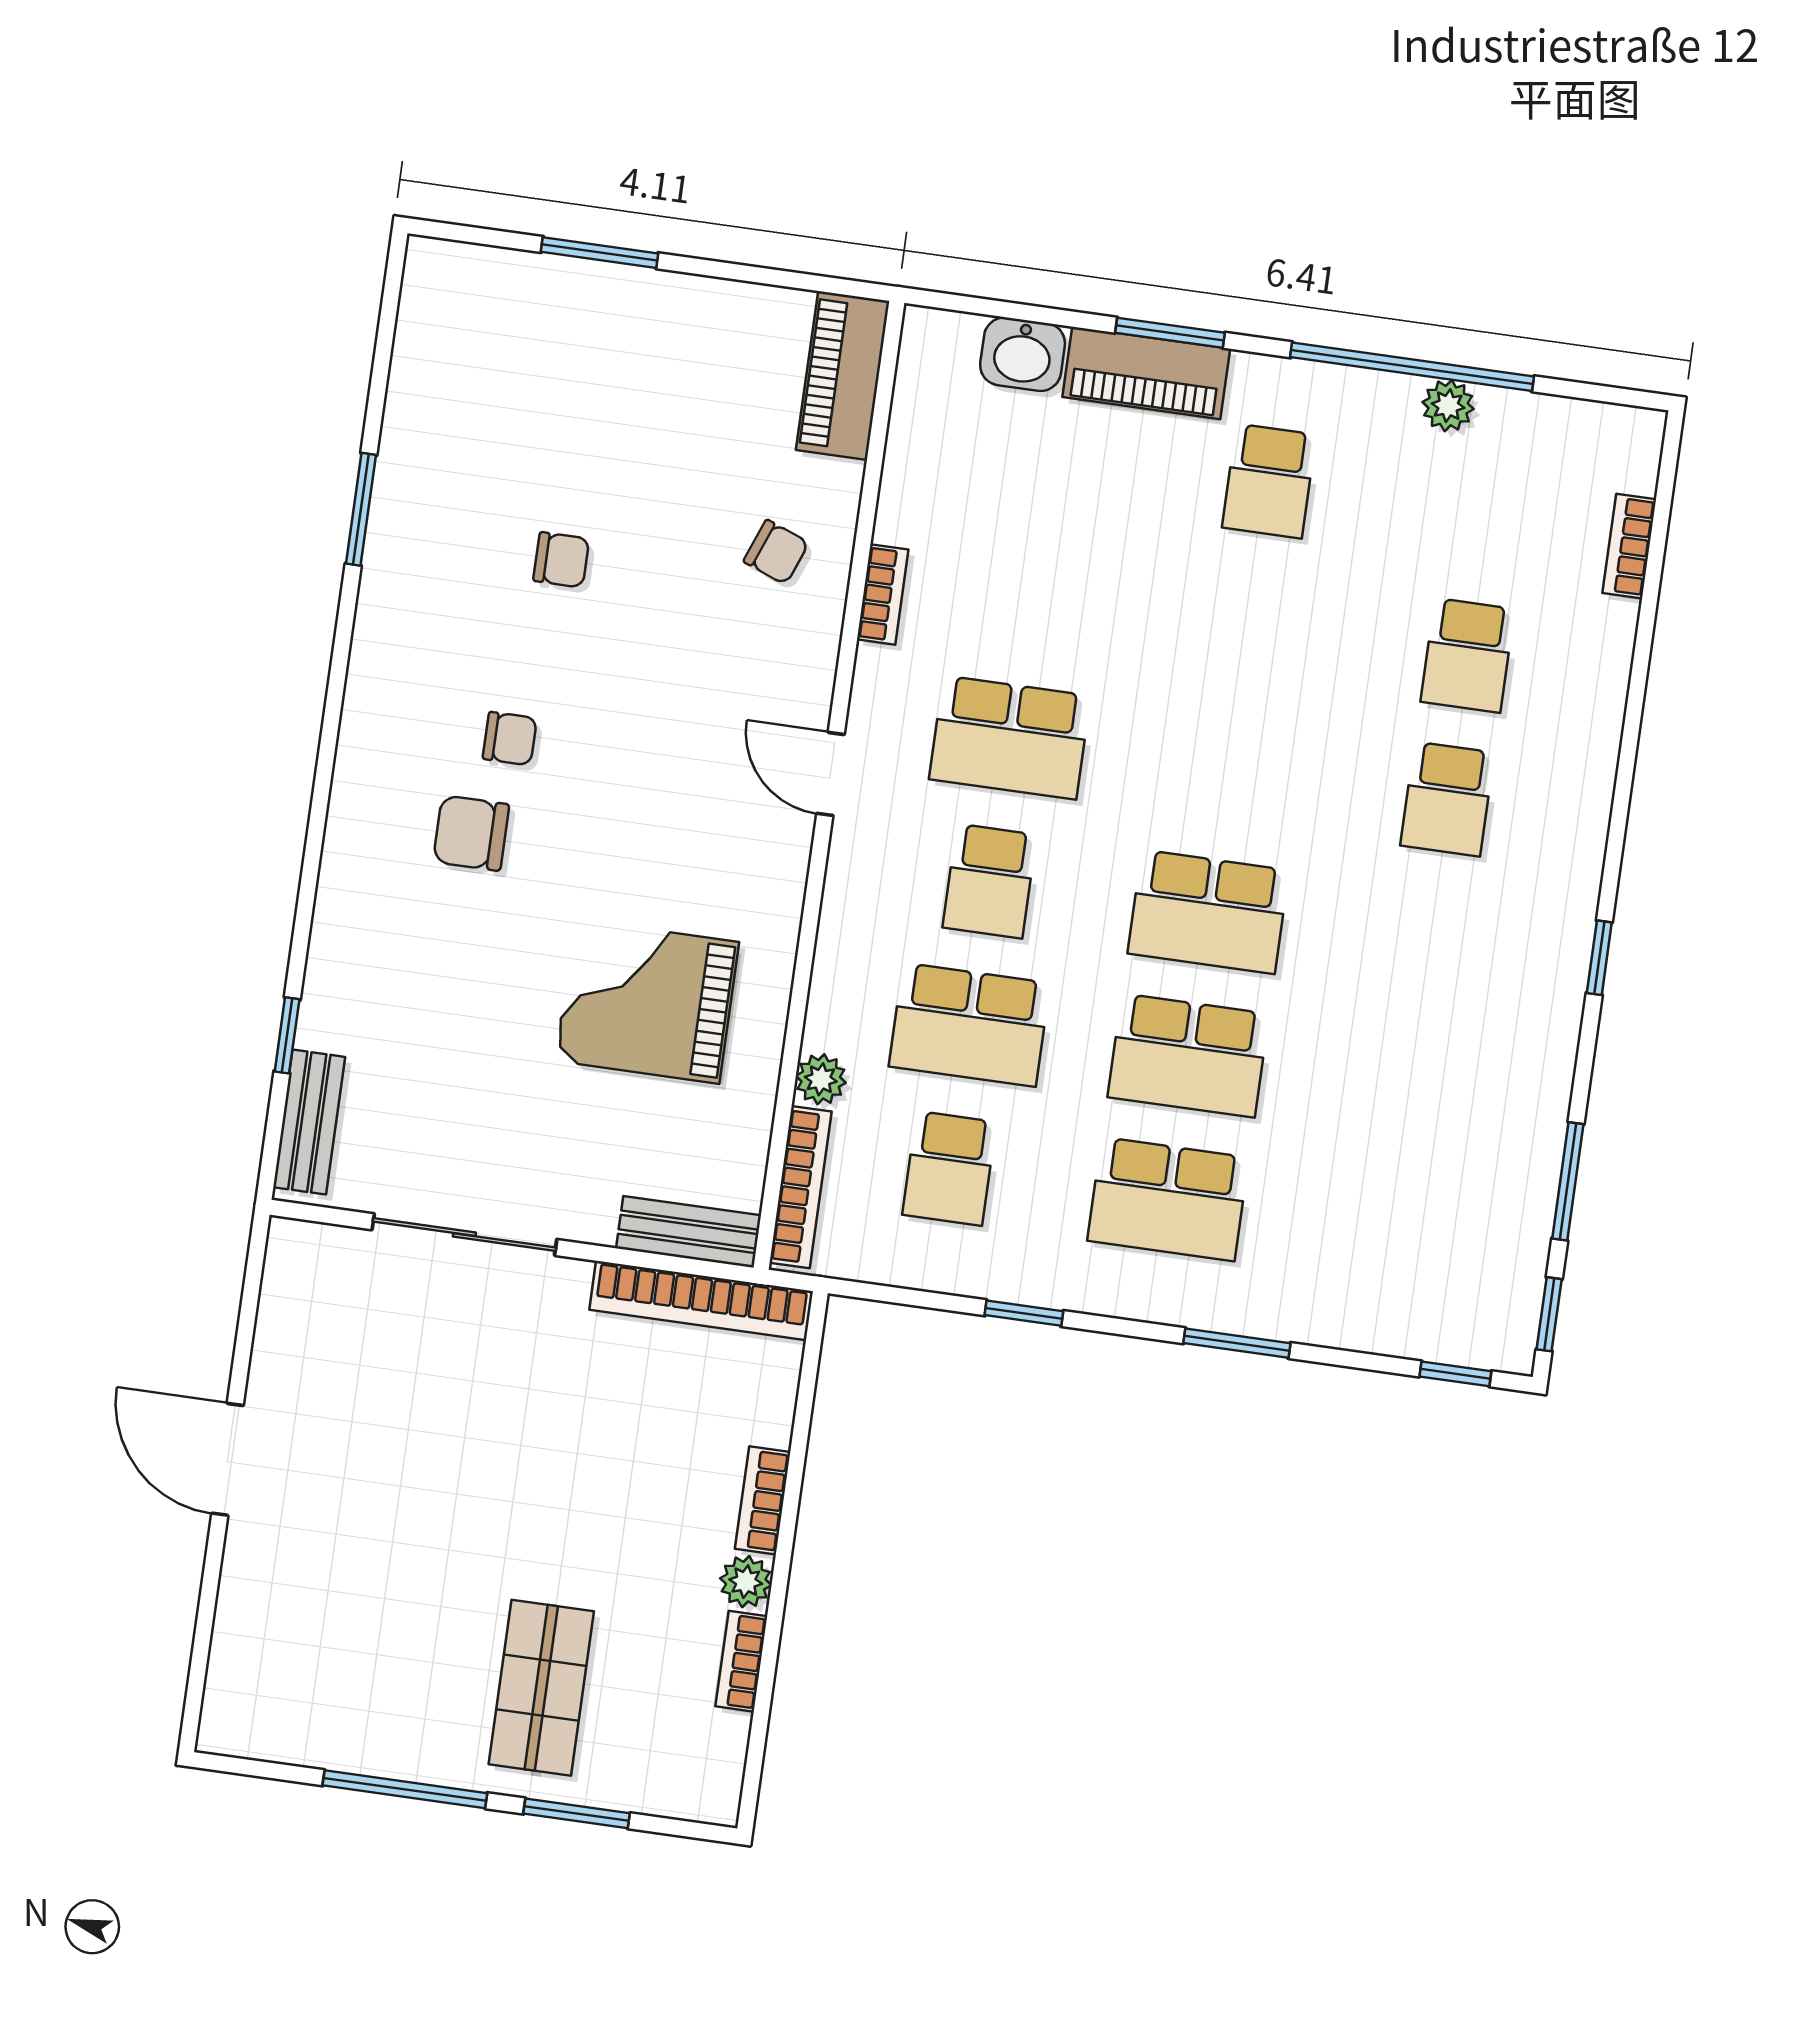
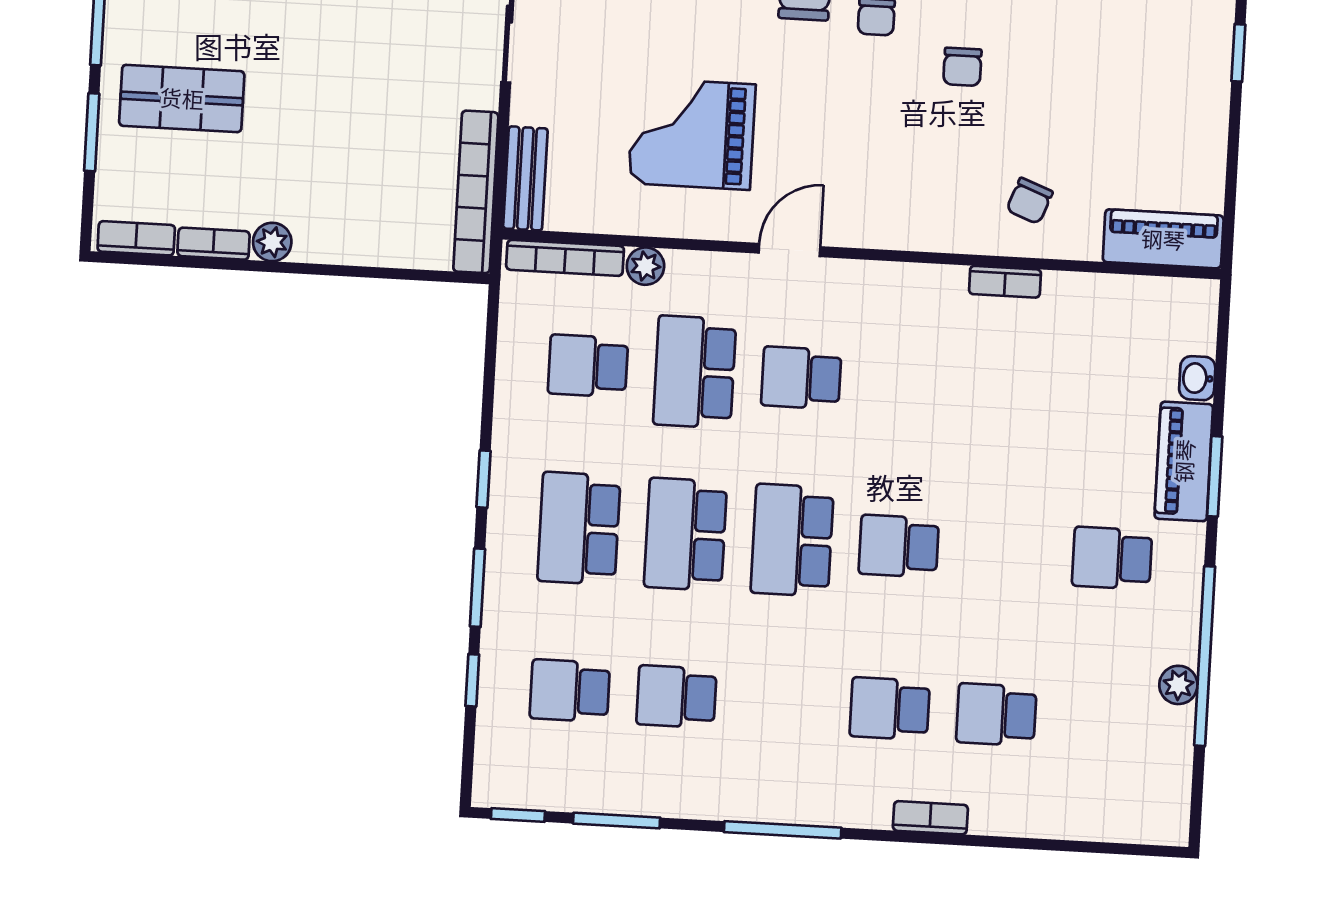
window: (600, 253) -> (1238, 53), width x0.67
washbasin: (1023, 354) -> (1197, 378), width x0.72, depth x0.69
bookcase: (1629, 546) -> (930, 818), moved
chair: (561, 560) -> (962, 67), moved
school desk: (1010, 738) -> (899, 546), moved, width x0.54
door: (831, 774) -> (789, 250), moved
window: (1599, 958) -> (783, 830), width x2.17
grand piano: (647, 1001) -> (692, 134), turned -90
school desk: (1407, 1086) -> (676, 697), added
school desk: (1387, 1230) -> (570, 691), added
window: (1024, 1313) -> (484, 479), moved
window: (1455, 1374) -> (472, 680), moved
bookcase: (763, 1500) -> (136, 238), moved

